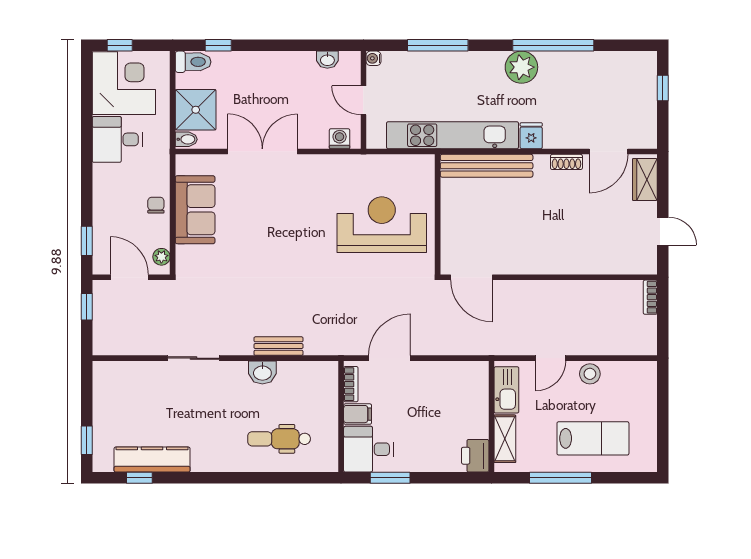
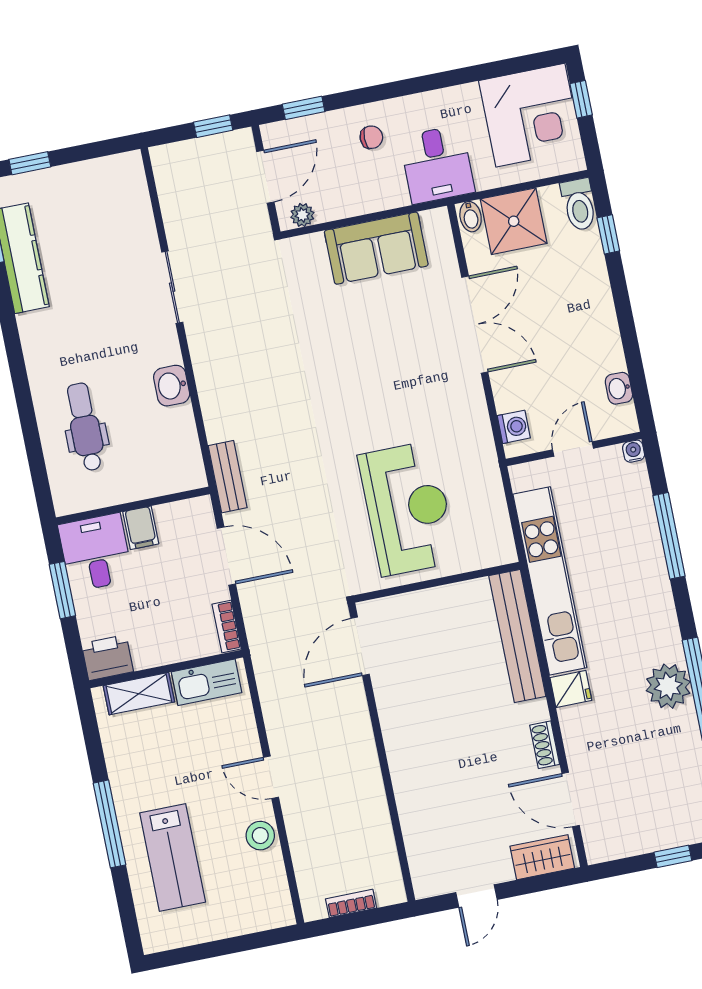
plant: (521, 67) -> (668, 686), moved
desk: (117, 139) -> (437, 164), moved, turned 180
chair: (156, 205) -> (371, 137), moved
bookcase: (650, 297) -> (351, 903), moved
bench: (278, 346) -> (228, 477), moved
bookcase: (351, 384) -> (227, 626), moved, turned 90
kitchen sink: (506, 390) -> (206, 682), moved
wall: (491, 416) -> (166, 669), moved
shelving: (505, 439) -> (139, 694), moved
printer: (475, 456) -> (107, 658), moved

